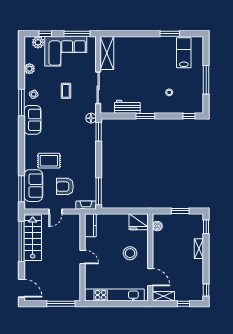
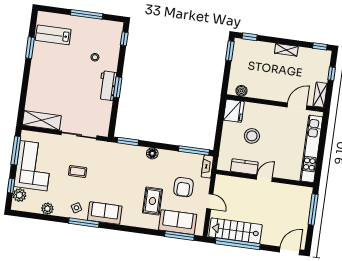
workbench: (127, 107) -> (107, 86), moved
floor lamp: (91, 118) -> (152, 153), moved
window: (180, 211) -> (230, 51), moved
kitchen counter: (90, 225) -> (244, 167), moved
shelving: (199, 249) -> (286, 50), moved
stool: (130, 253) -> (252, 136), moved

